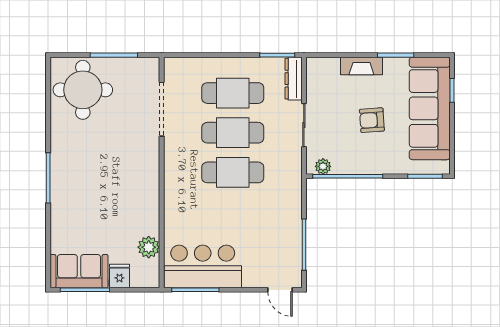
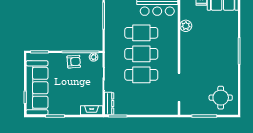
fireplace: (361, 66) -> (92, 110), moved
round table: (83, 90) -> (221, 98), width x0.73, depth x0.73
cafe table: (233, 93) -> (141, 33), moved
armchair: (372, 120) -> (74, 62), moved
plant: (149, 247) -> (186, 26), moved

